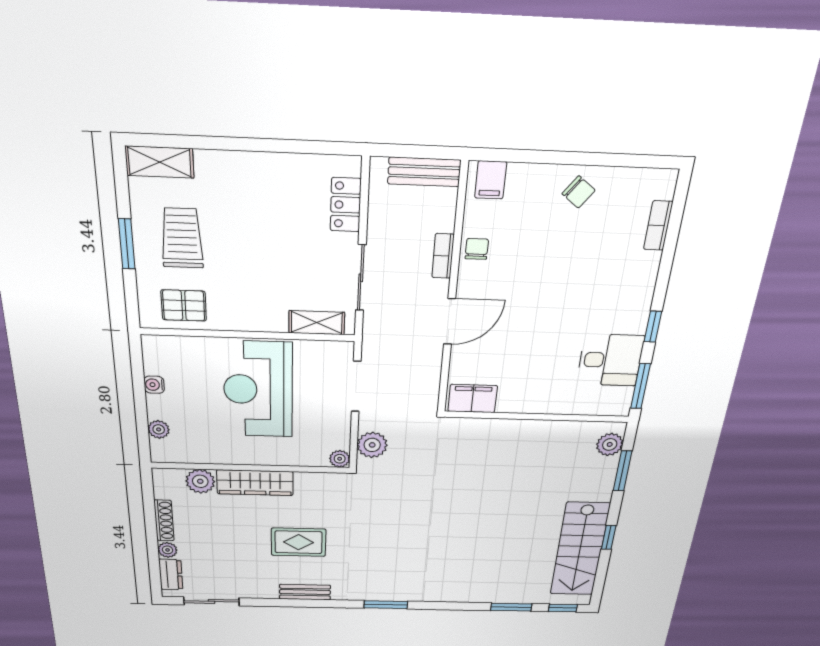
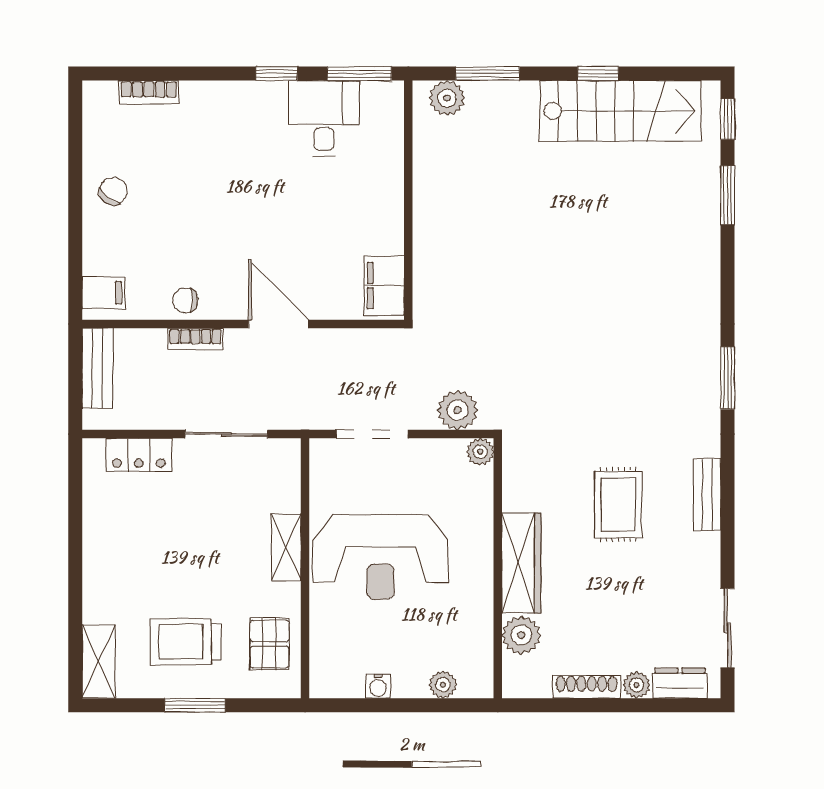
shelving: (317, 323) -> (286, 547), moved

